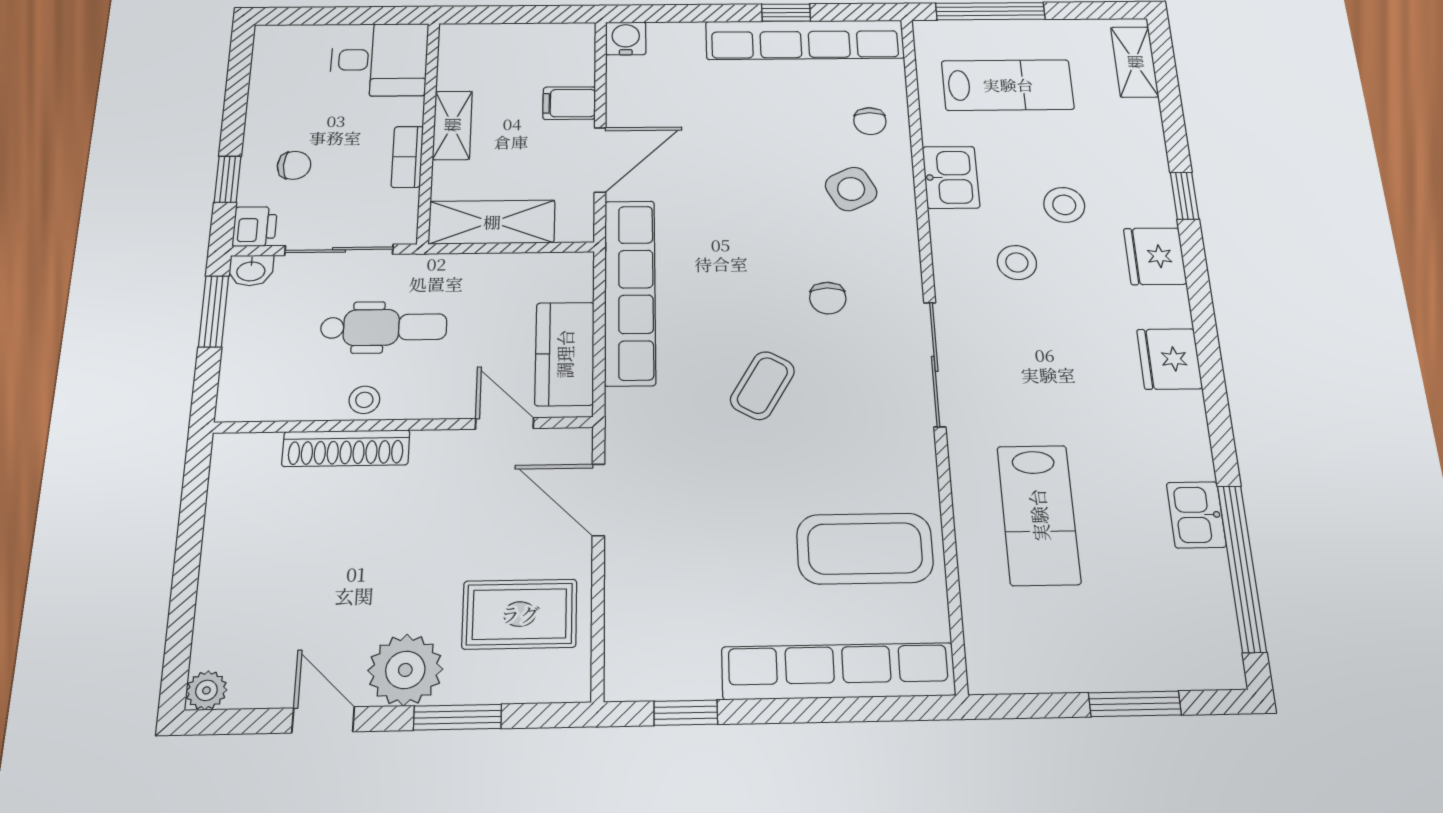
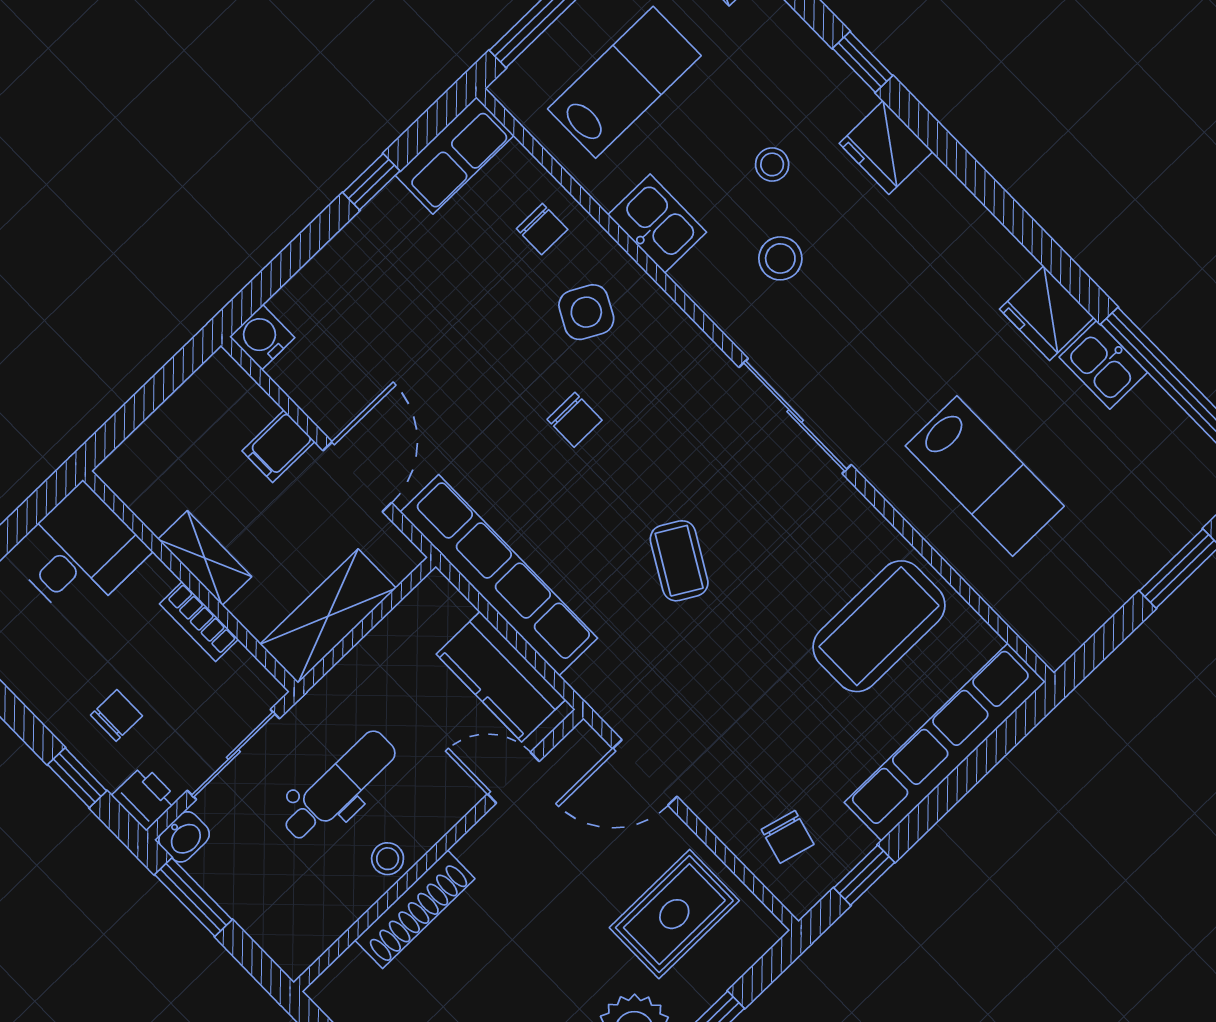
row of seats: (805, 40) -> (455, 155), width x0.50
side table: (851, 189) -> (586, 312), turned -35
stool: (1064, 205) -> (772, 164), width x0.73, depth x0.73
chair: (828, 298) -> (575, 420), moved
fridge: (1169, 359) -> (1047, 313), moved
chair: (656, 634) -> (788, 837), added

